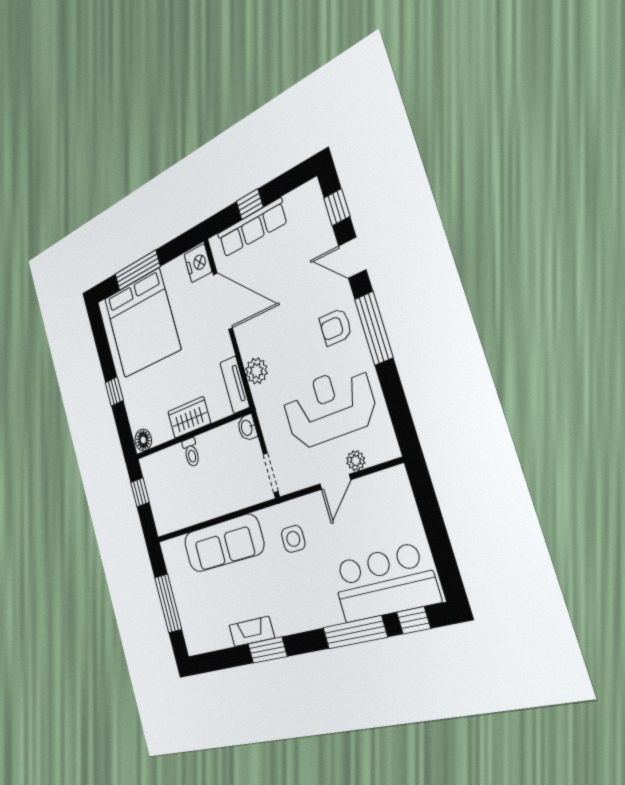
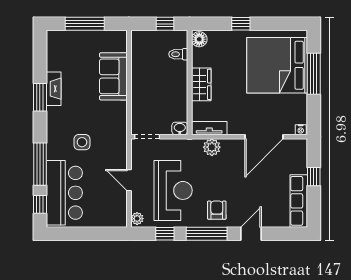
window: (337, 207) -> (165, 234), moved
row of seats: (252, 228) -> (299, 201), moved
nightstand: (198, 263) -> (301, 130), width x0.53, depth x0.56
toilet: (191, 452) -> (178, 54), moved
plant: (356, 461) -> (137, 219), moved
side table: (293, 539) -> (82, 142), moved
sofa: (223, 543) -> (113, 76), width x0.73

